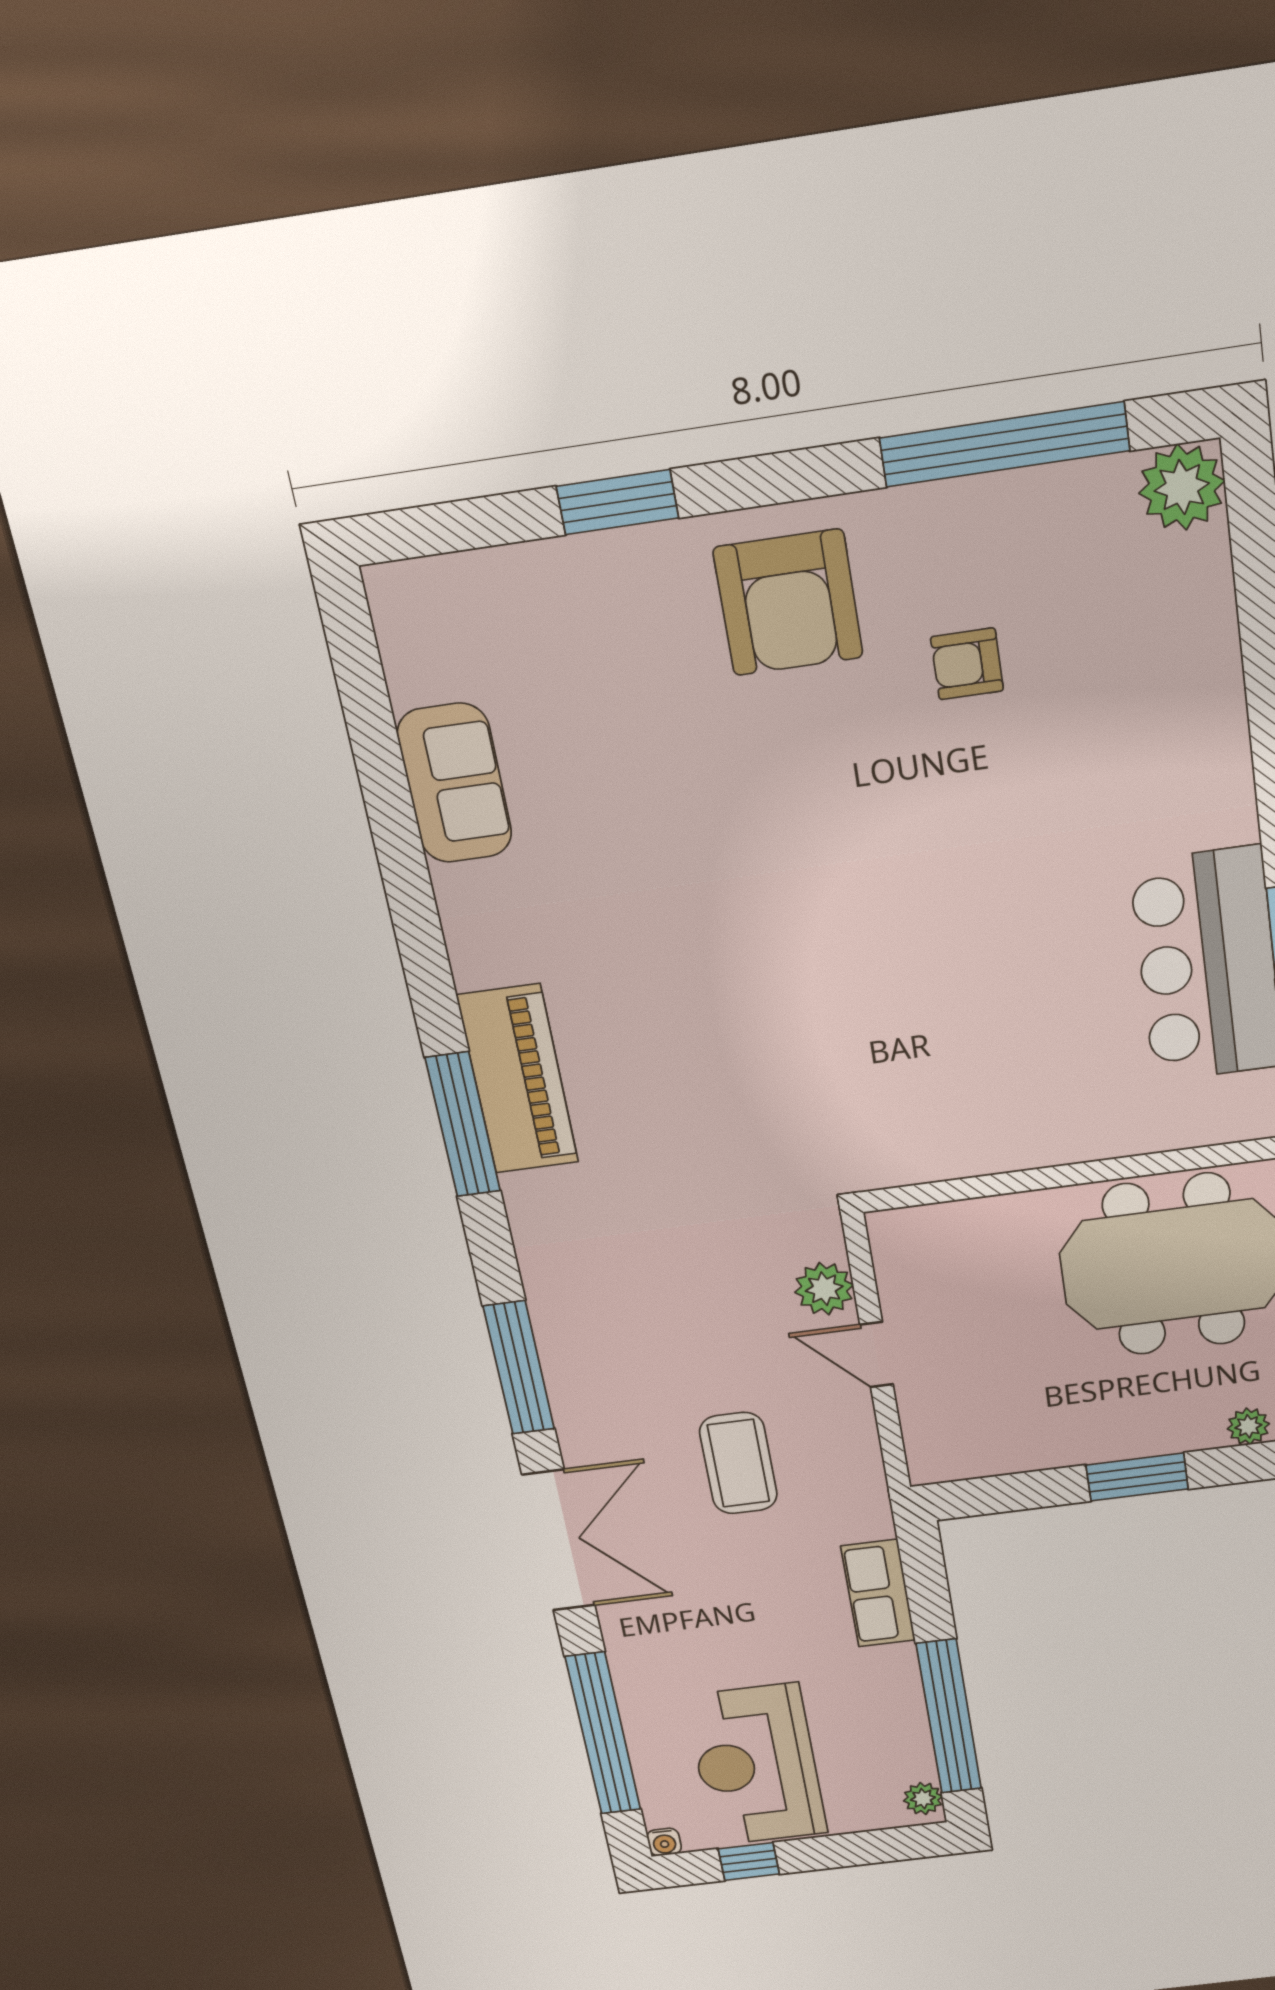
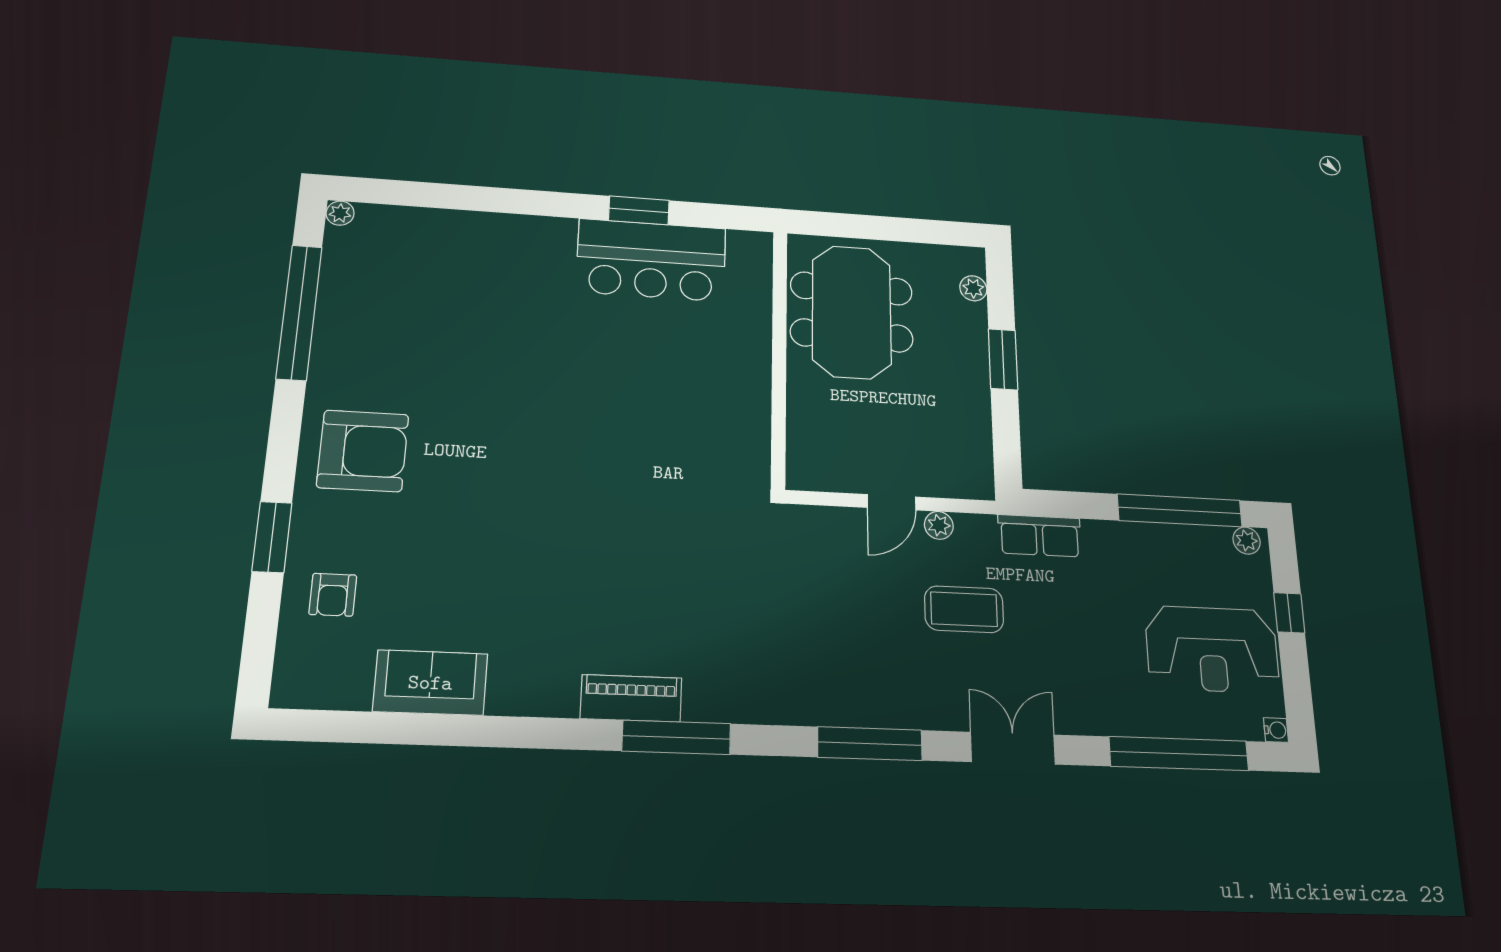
plant: (1182, 487) -> (340, 213), width x0.53, depth x0.53
armchair: (967, 664) -> (333, 595), moved
piano: (518, 1079) -> (631, 698), width x0.73, depth x0.75
plant: (824, 1289) -> (939, 525), moved, width x0.73, depth x0.73
double door: (559, 1540) -> (1013, 748), width x0.73
row of seats: (878, 1593) -> (1040, 536), moved
window: (749, 1861) -> (1289, 613), moved

